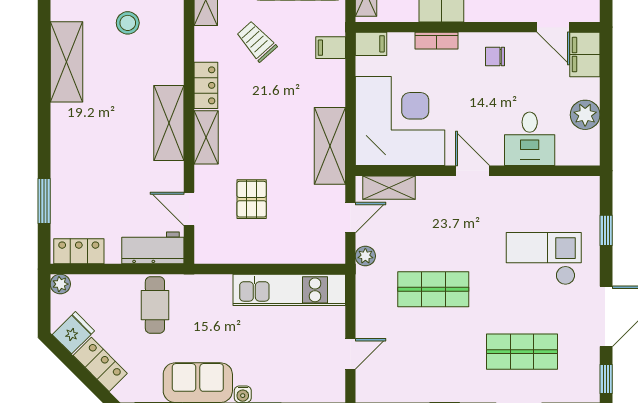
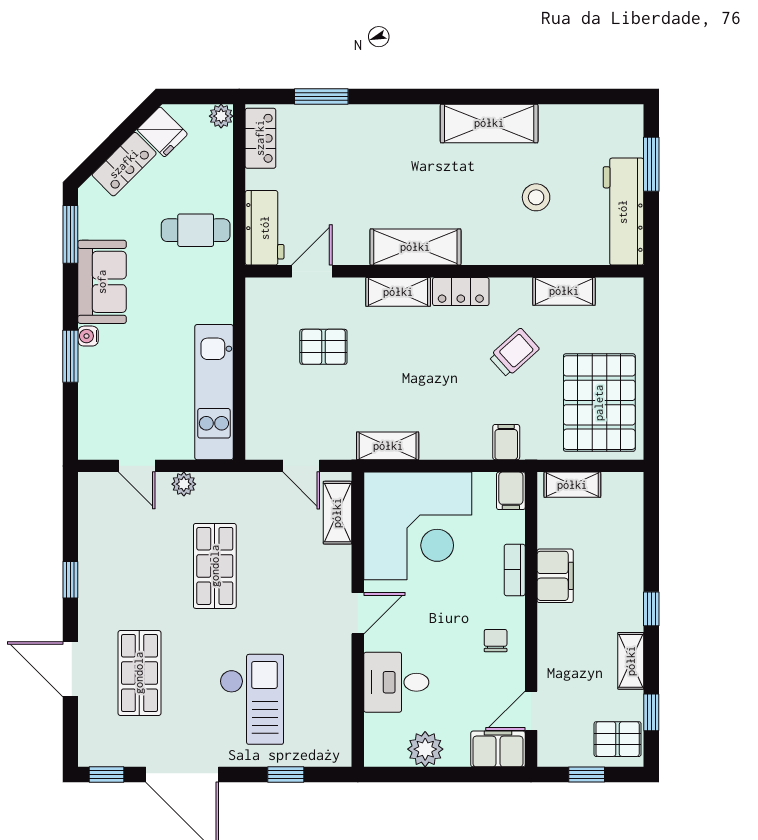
shelving: (330, 146) -> (388, 446), width x0.67, depth x0.75
plant: (365, 256) -> (184, 484), moved

